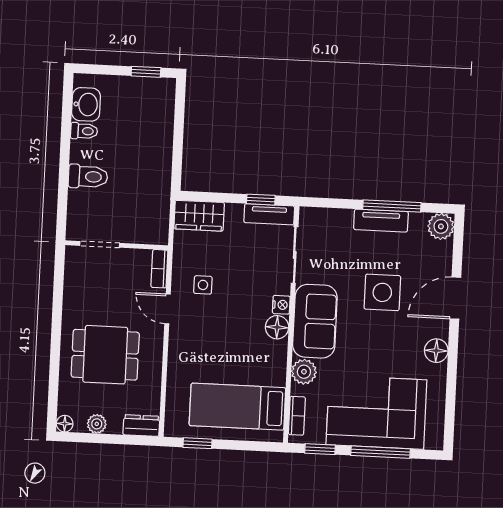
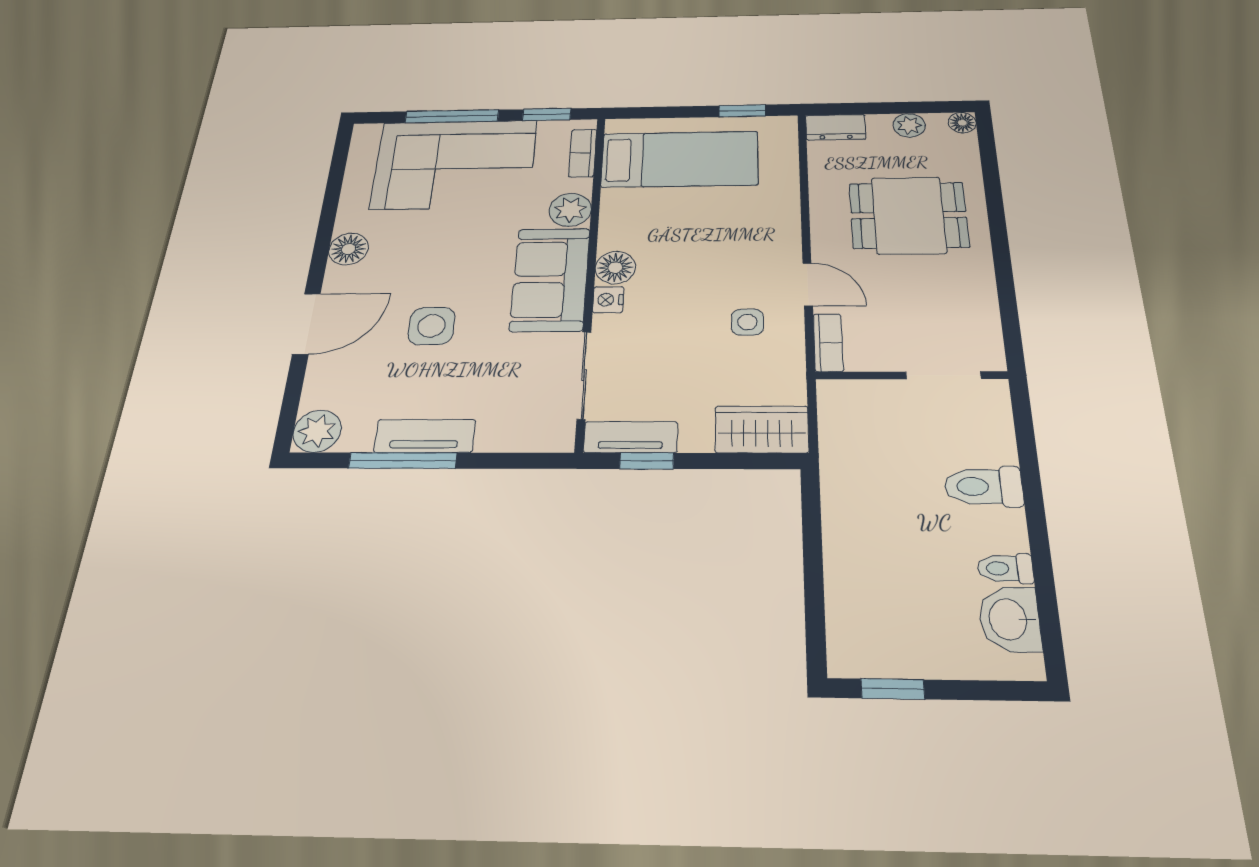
side table: (382, 292) -> (431, 326), width x0.73, depth x0.73

